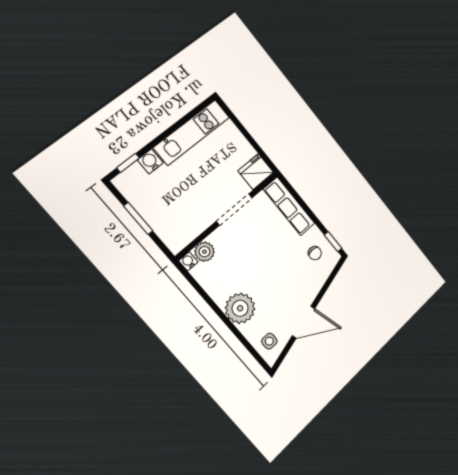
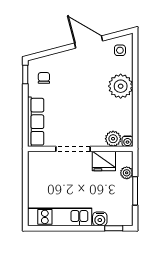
fridge: (256, 172) -> (104, 161), moved
plant: (162, 229) -> (127, 173), added

